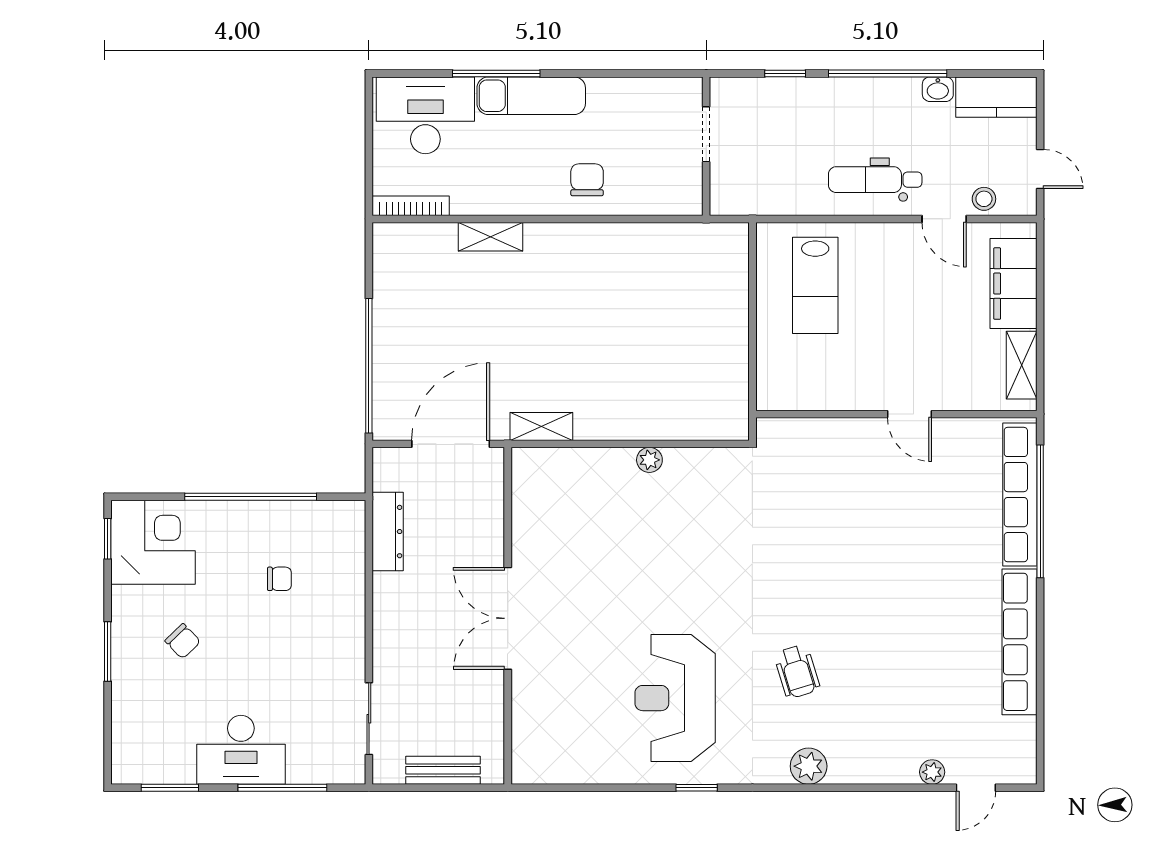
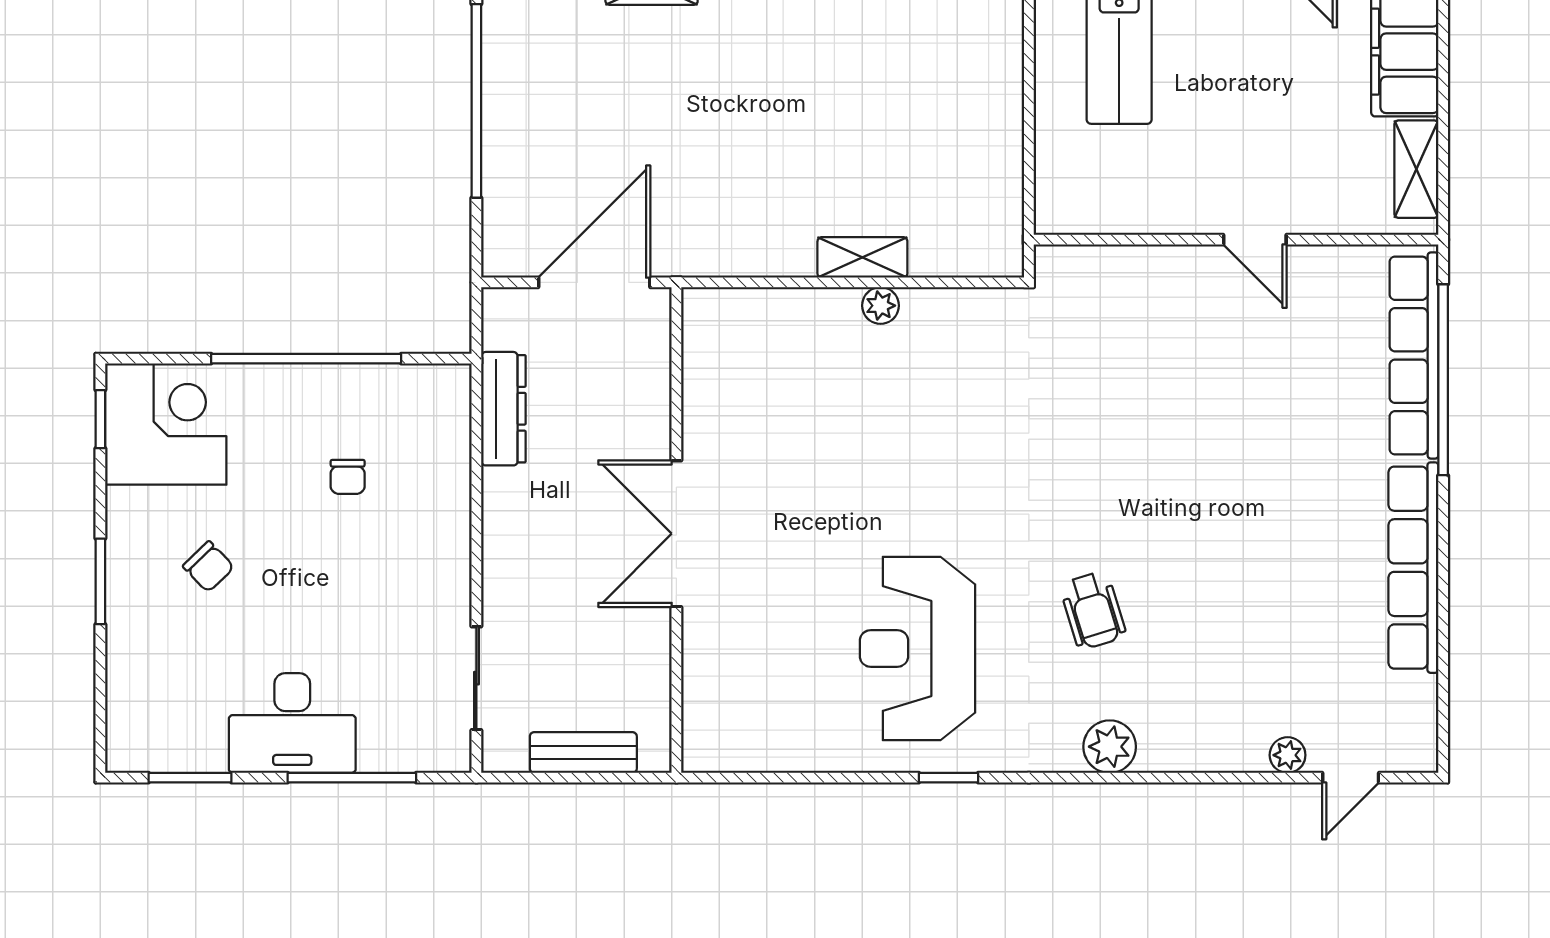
window: (369, 366) -> (476, 101), moved
shelving: (541, 426) -> (862, 257), moved
chair: (279, 579) -> (348, 477), turned 90

